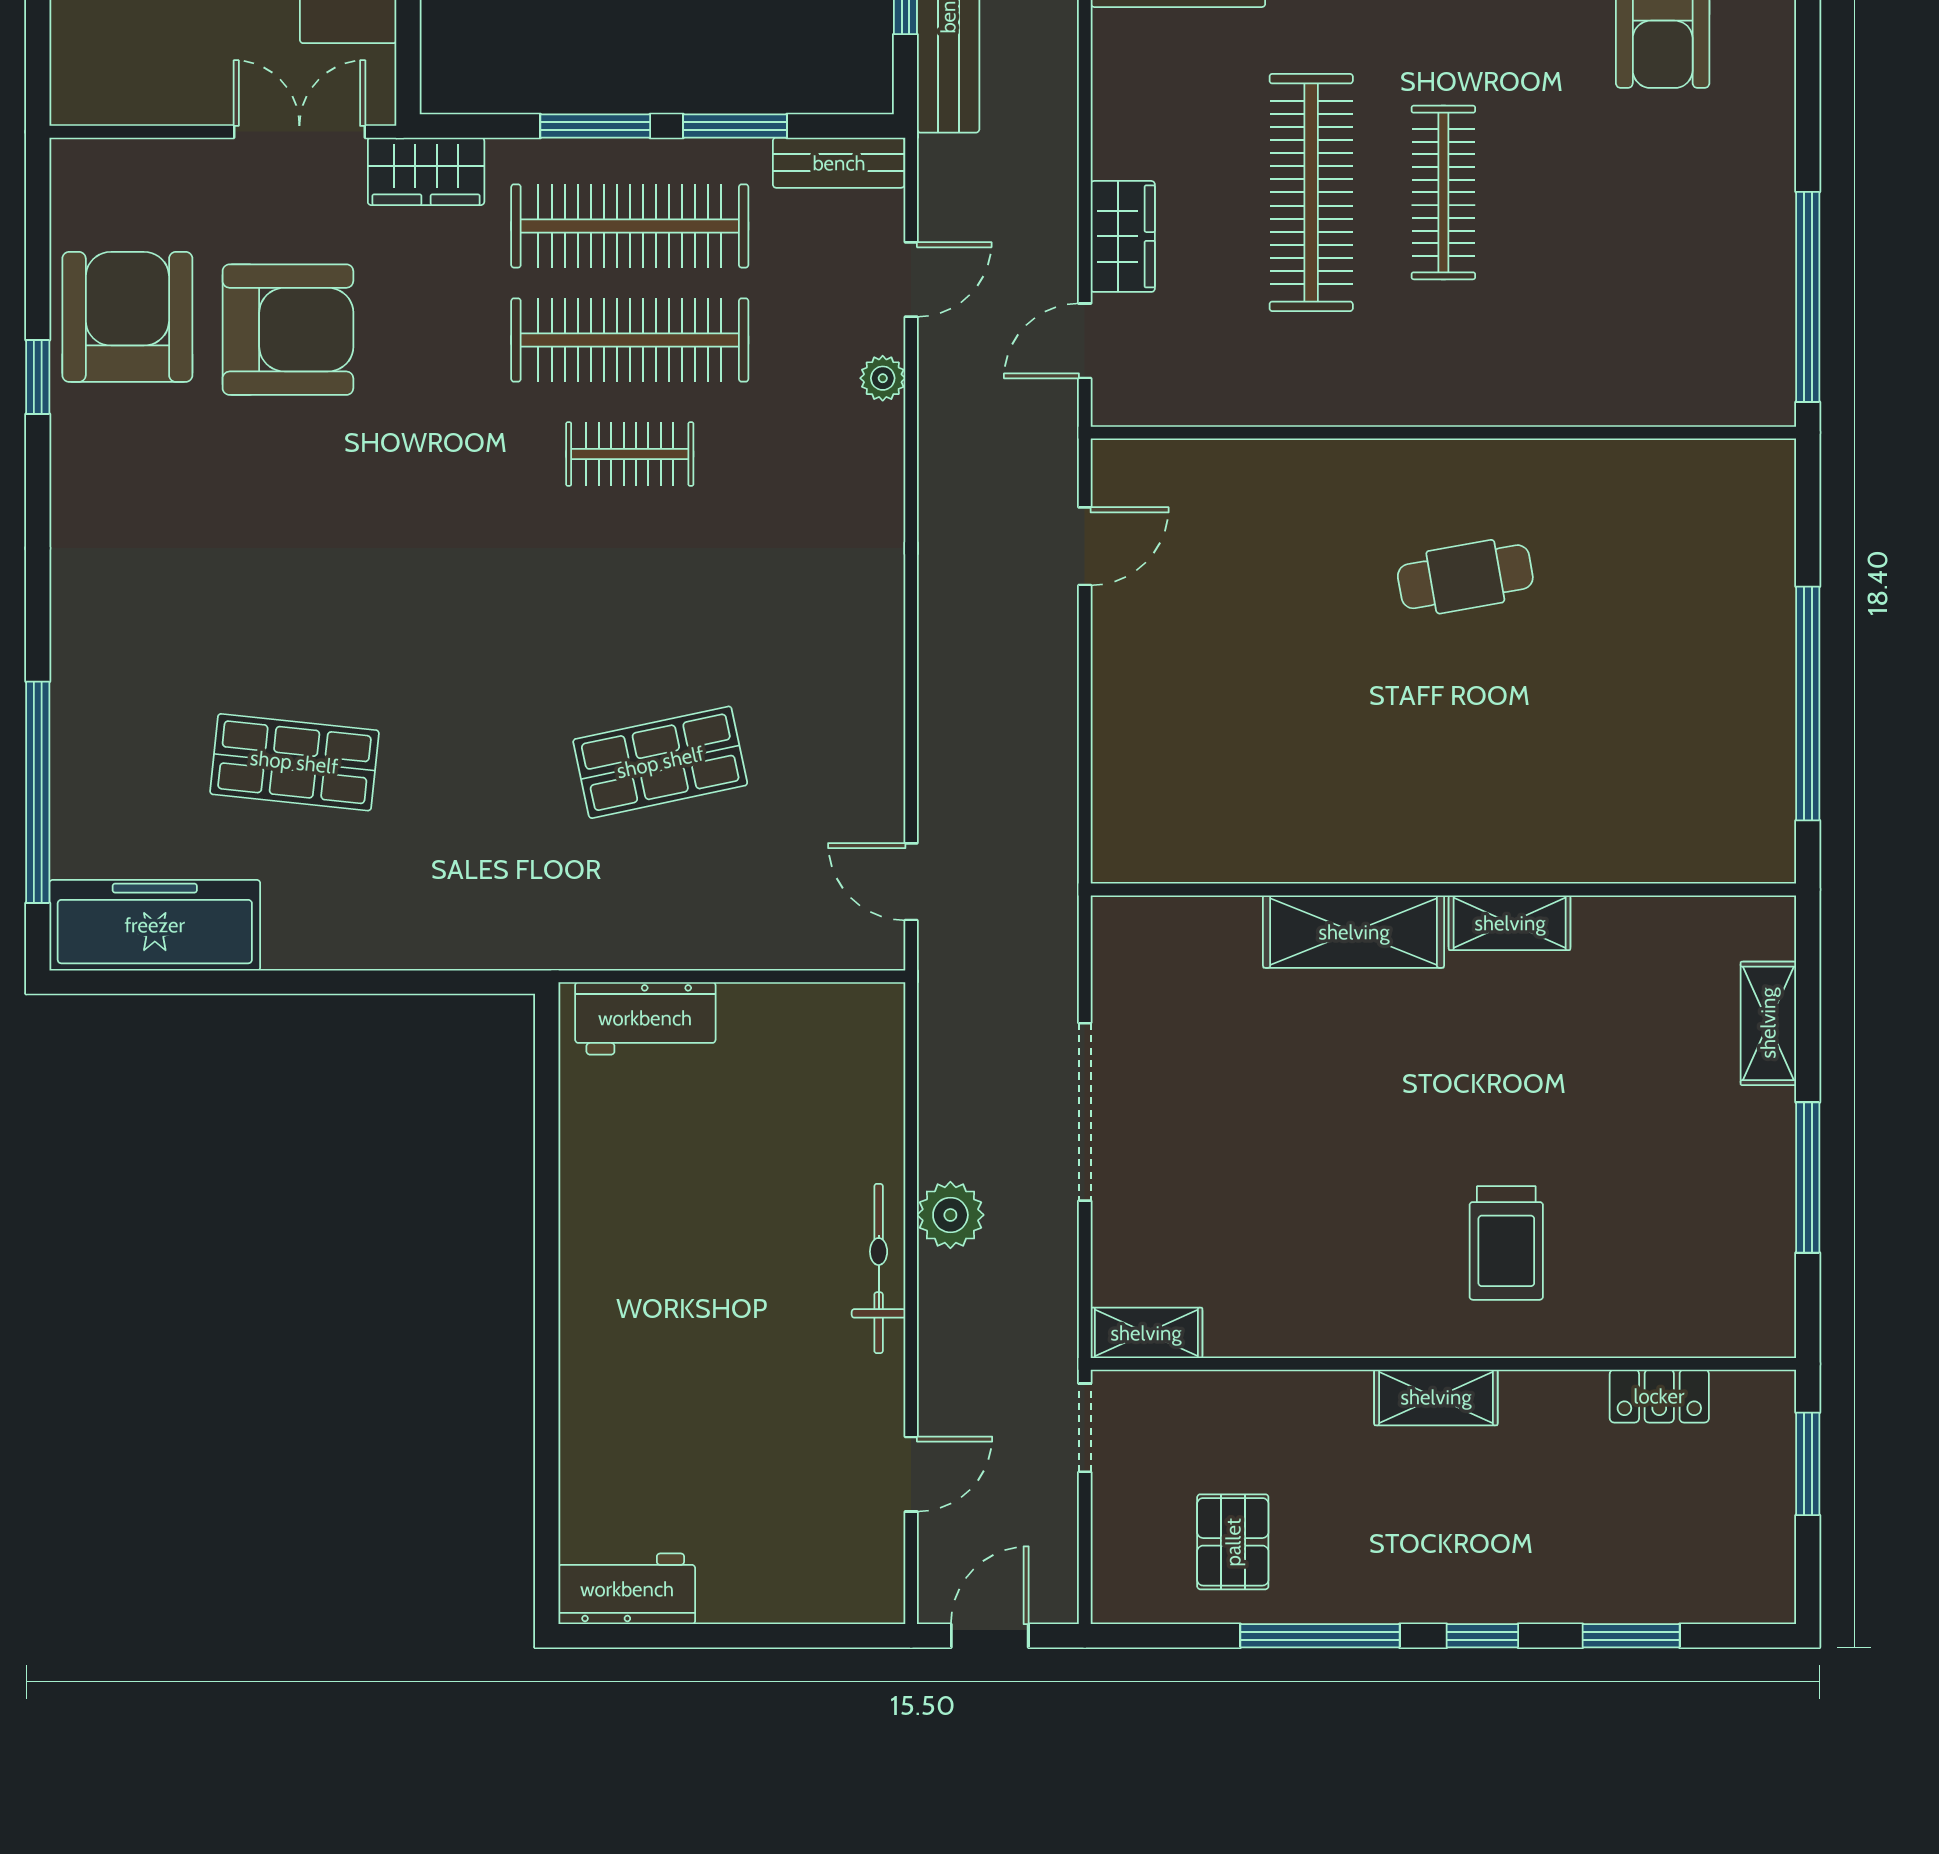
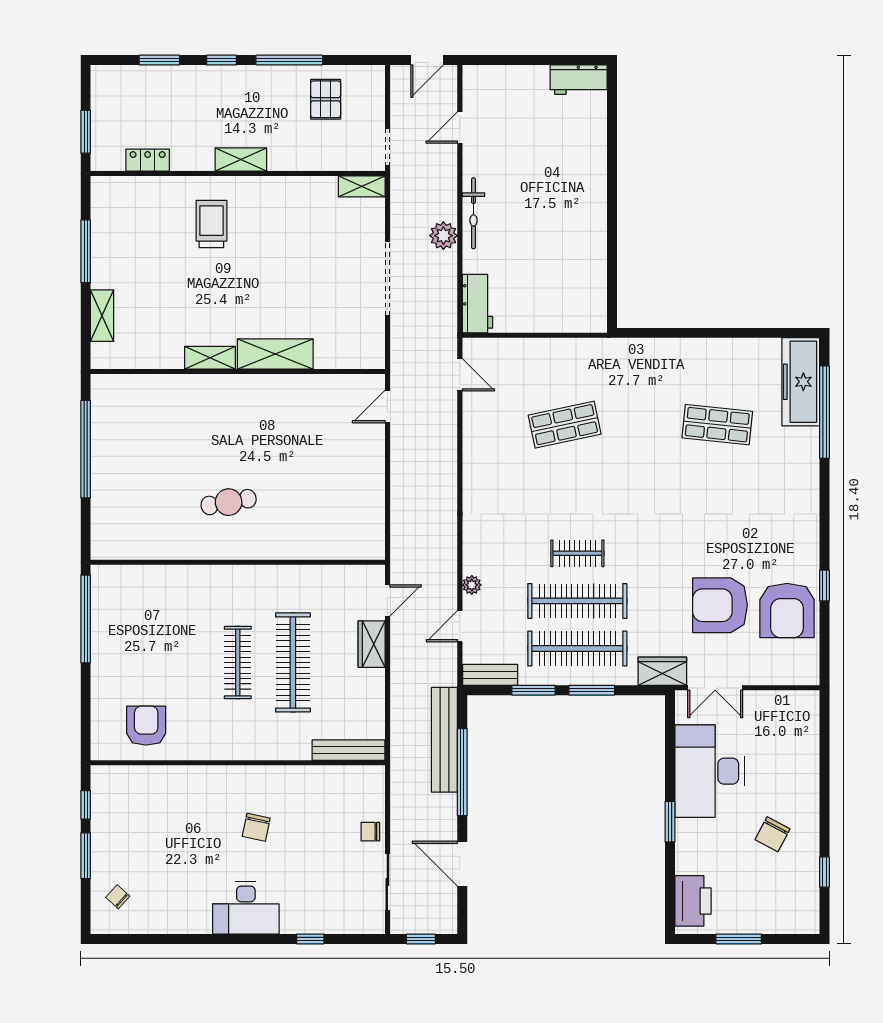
door: (1085, 546) -> (387, 406), moved
freezer: (155, 925) -> (801, 382), moved, turned 90
workbench: (645, 1018) -> (477, 304), moved, turned 90

